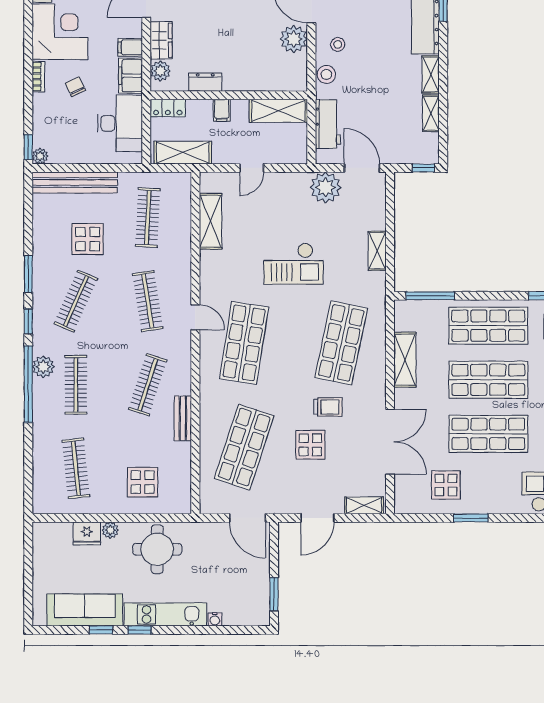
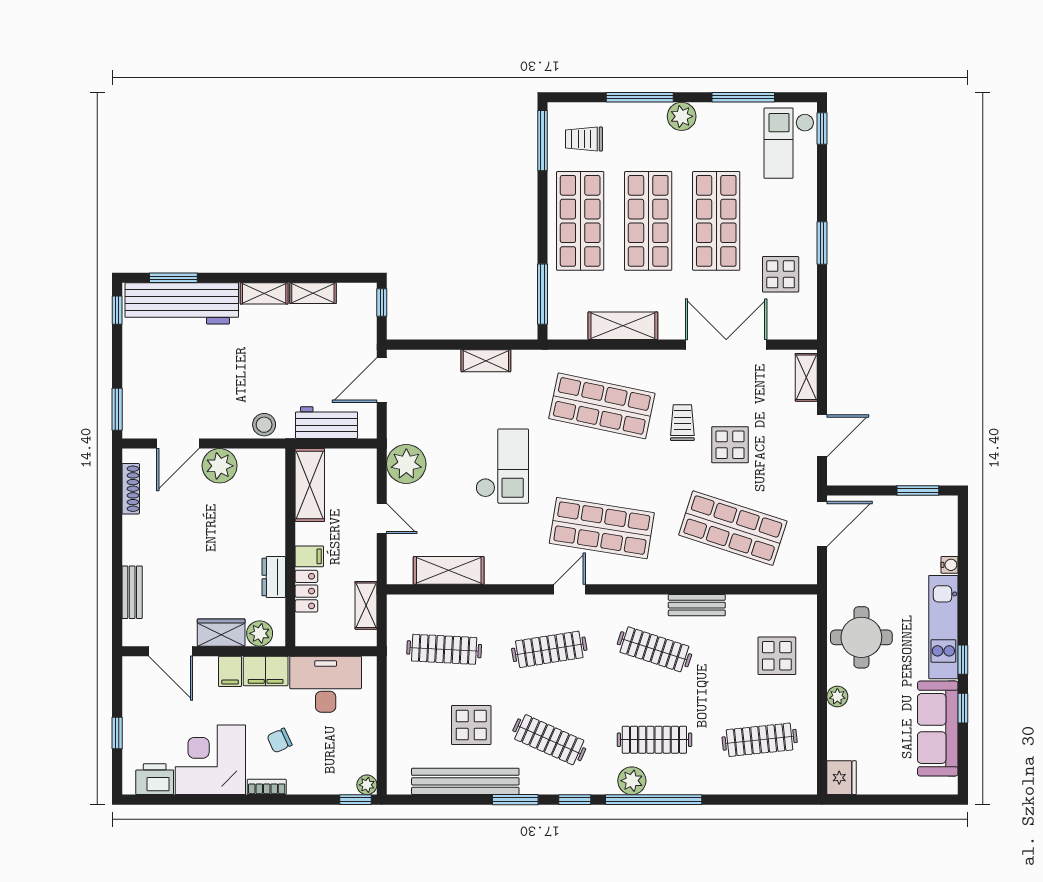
stool: (338, 44) -> (226, 410), removed
locker: (168, 108) -> (306, 591), moved
shelving: (183, 153) -> (366, 605), width x0.67, depth x0.75
bench: (75, 182) -> (465, 781), moved, turned 90
plant: (326, 187) -> (406, 464), moved
door: (317, 518) -> (822, 436), hinge flipped
fridge: (87, 534) -> (842, 778), moved

